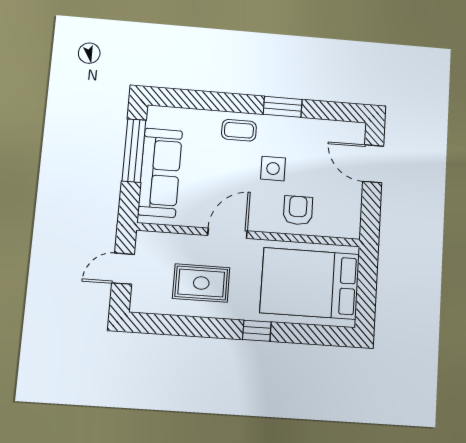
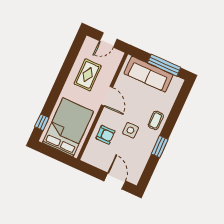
door: (373, 164) -> (115, 181), hinge flipped
door: (123, 269) -> (108, 40), swing flipped
window: (257, 331) -> (42, 122), moved

